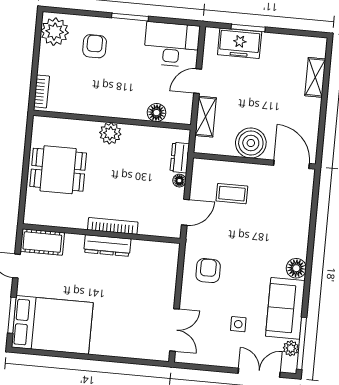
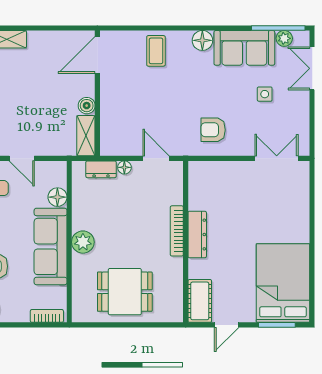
sofa: (109, 101) -> (51, 246), added
shelving: (206, 117) -> (86, 136), moved, turned 90
boiler: (251, 143) -> (87, 106), width x0.54, depth x0.54
dining table: (58, 170) -> (125, 292), turned 90
coffee table: (232, 194) -> (156, 51), moved

